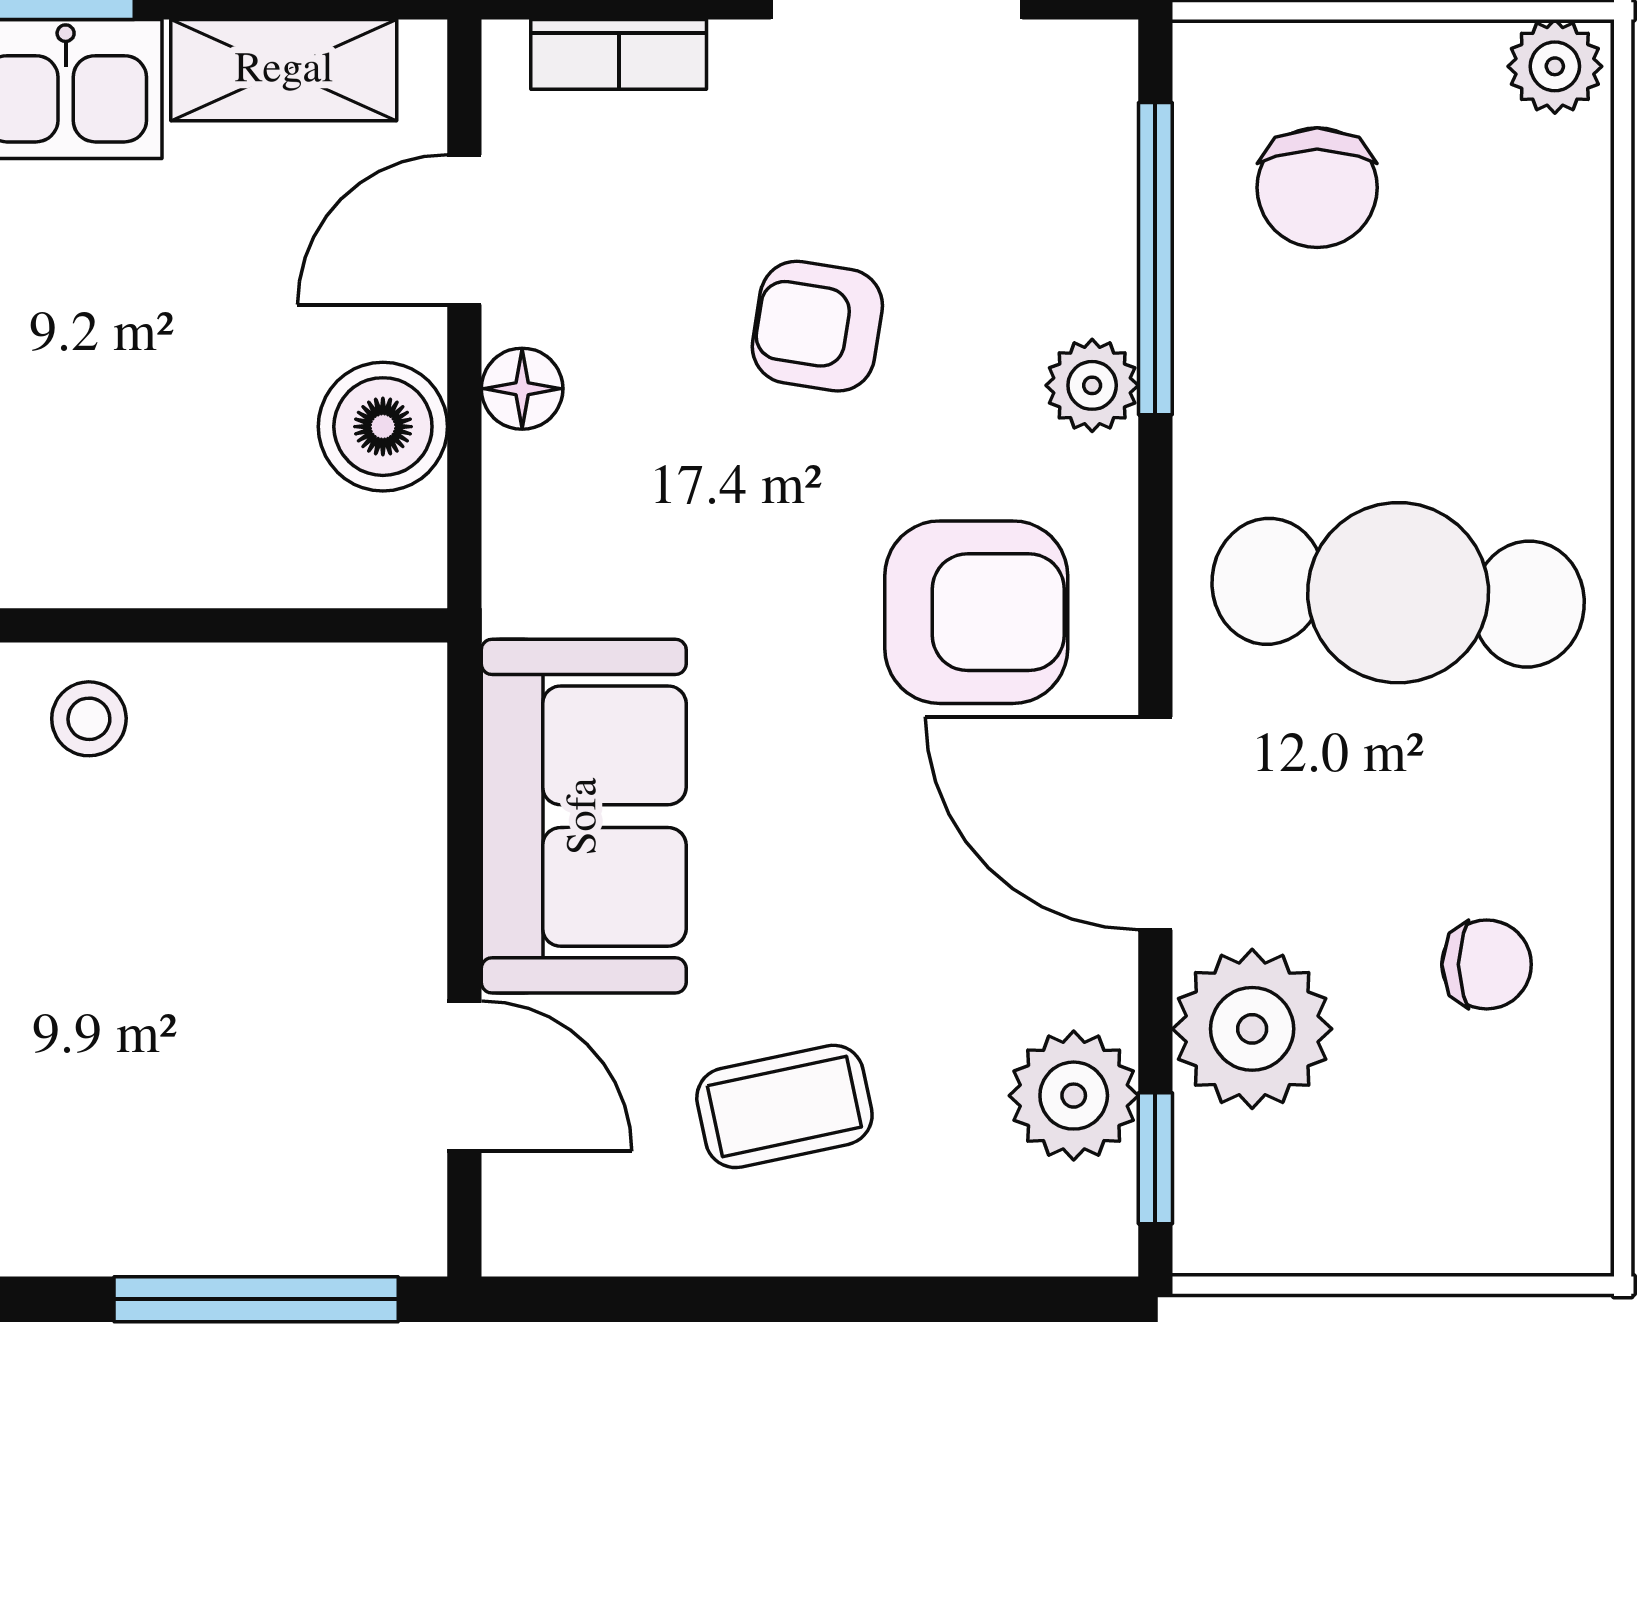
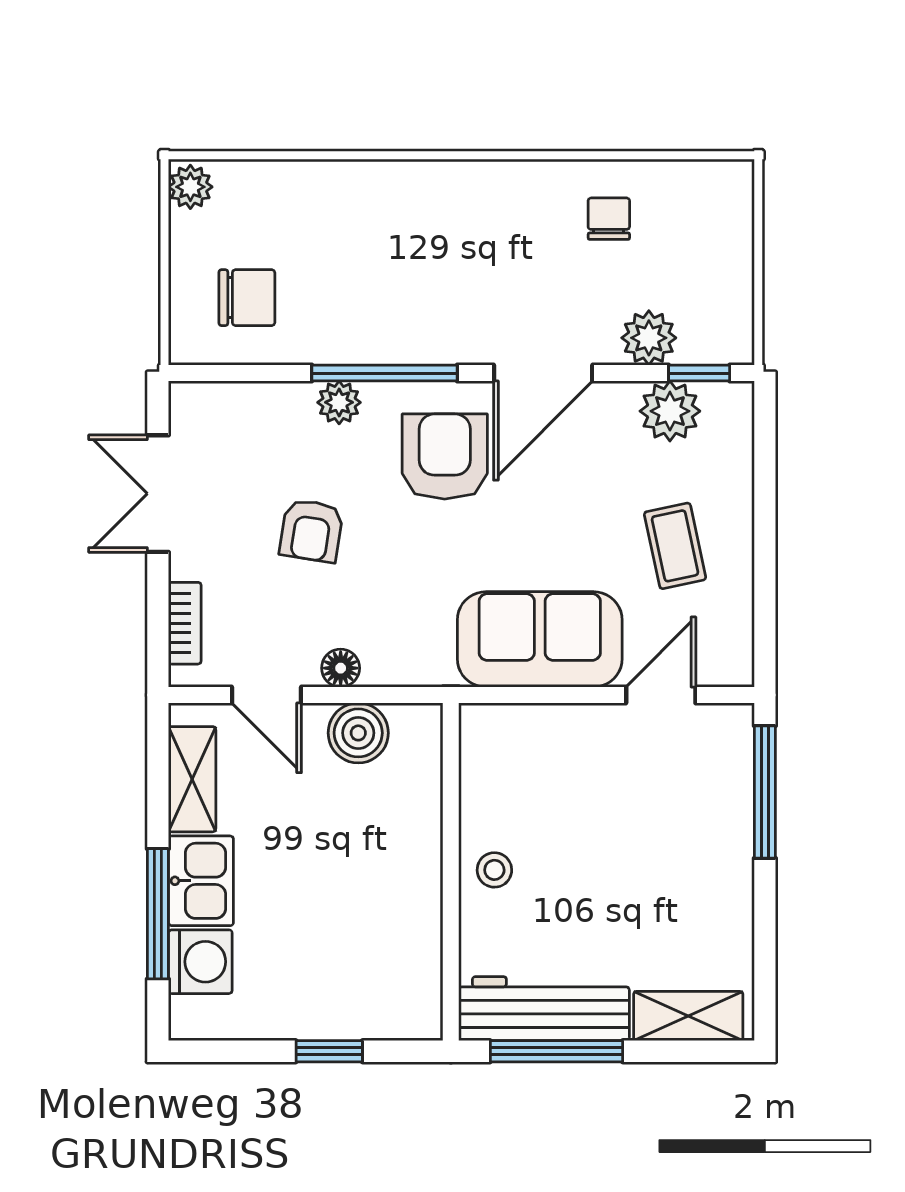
window: (1155, 259) -> (385, 373), moved
cafe table: (1398, 593) -> (436, 260), removed
plant: (1252, 1029) -> (649, 338), width x0.73, depth x0.73

